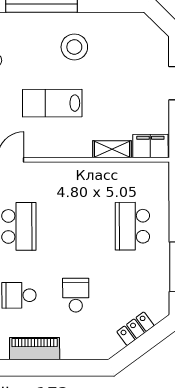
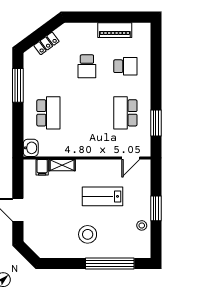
lab bench: (52, 103) -> (103, 196), turned 180
filing cabinet: (150, 146) -> (42, 167), width x0.50
washbasin: (159, 175) -> (31, 148), added

